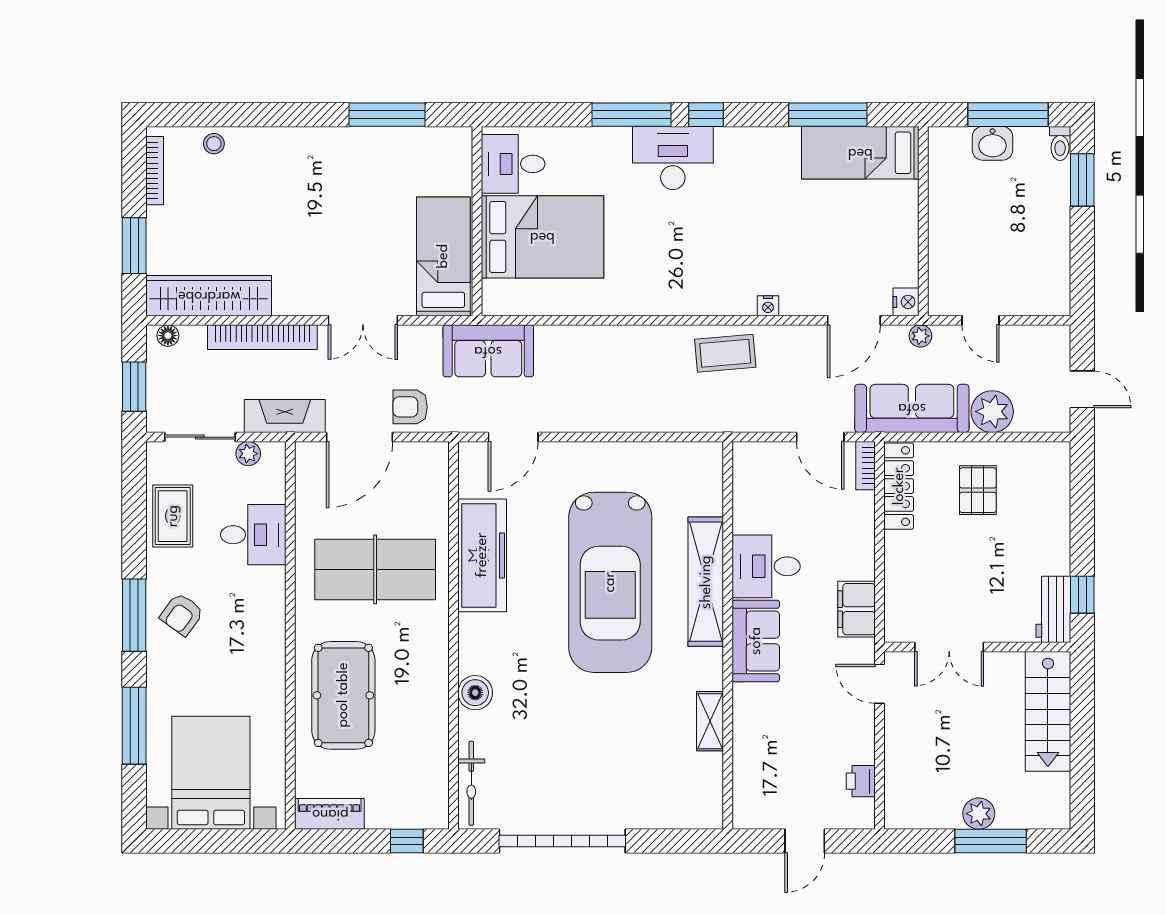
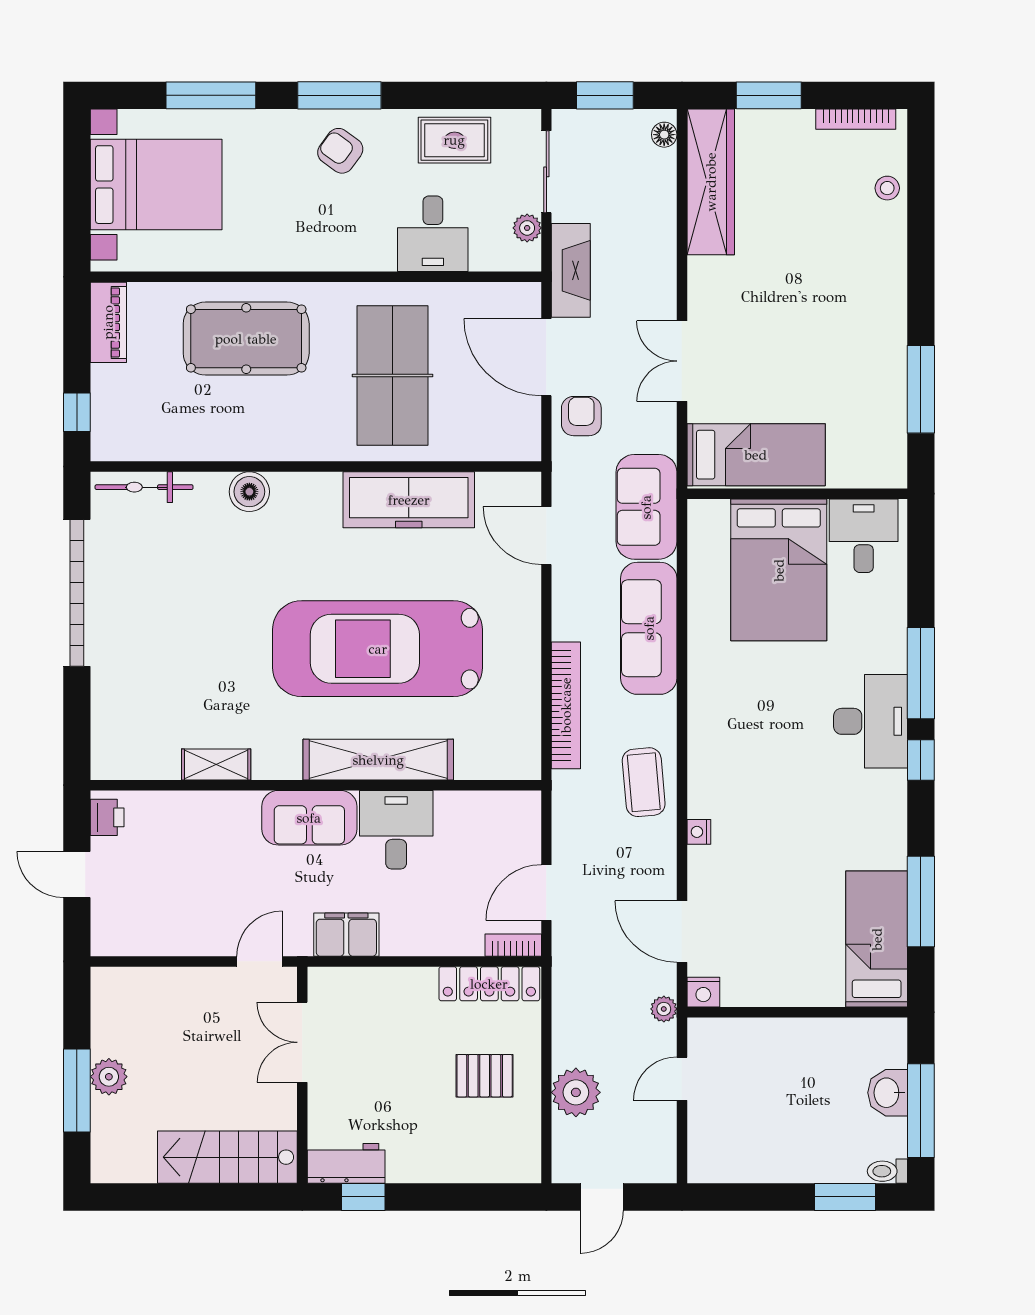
bookcase: (262, 337) -> (566, 705), moved, turned 180
sofa: (912, 408) -> (649, 628), moved, turned 180
printer: (861, 781) -> (107, 817), moved, turned 90

